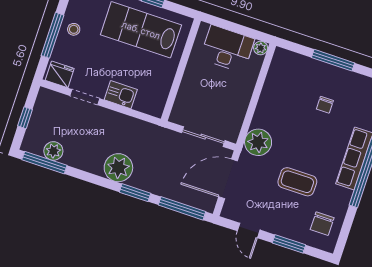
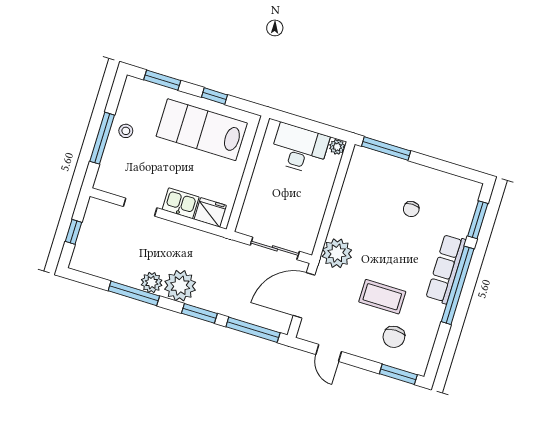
window: (333, 60) -> (386, 148), moved
fridge: (60, 74) -> (210, 212), moved
plant: (53, 151) -> (152, 283), moved
window: (44, 163) -> (134, 293), moved
chair: (322, 224) -> (394, 337), moved
window: (289, 244) -> (398, 374), moved

